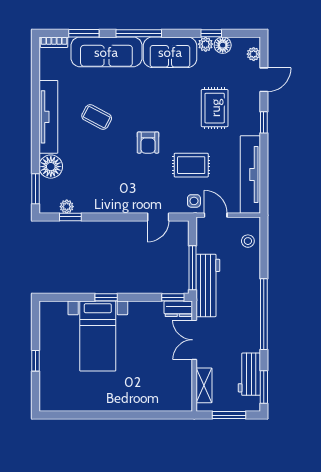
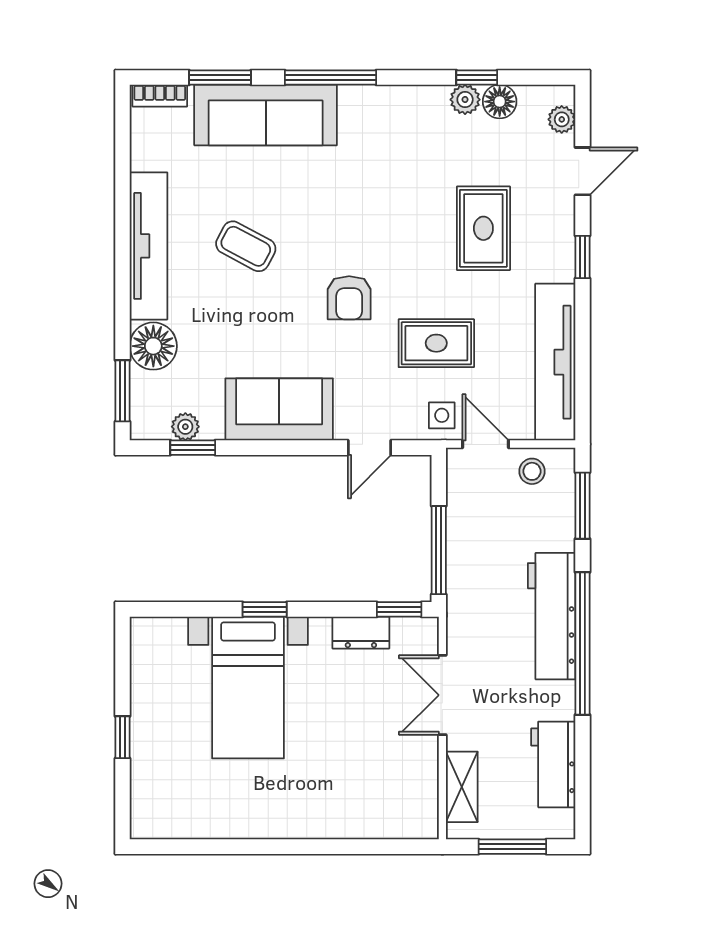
sofa: (170, 52) -> (279, 409), moved, turned 180
stool: (248, 241) -> (532, 471), moved
workbench: (208, 285) -> (552, 616), moved, turned 180
dresser: (178, 309) -> (361, 633), moved
window: (264, 387) -> (583, 506), moved

